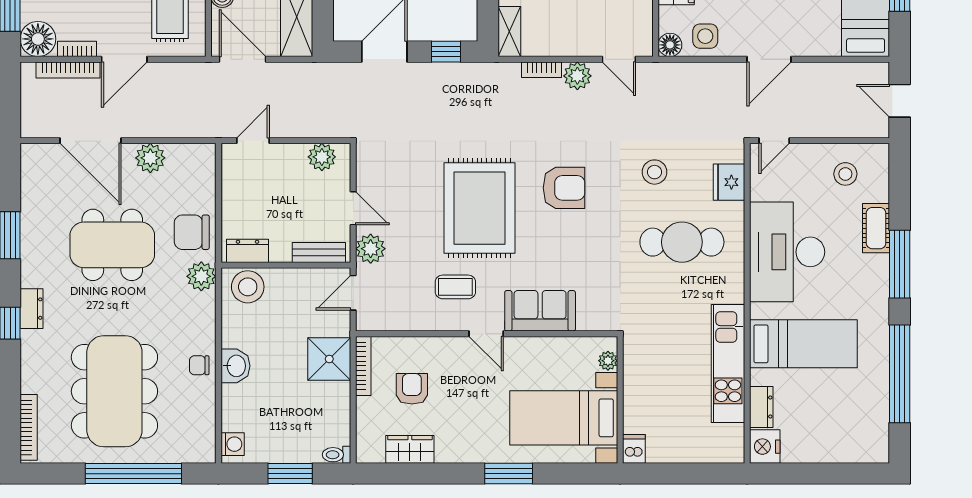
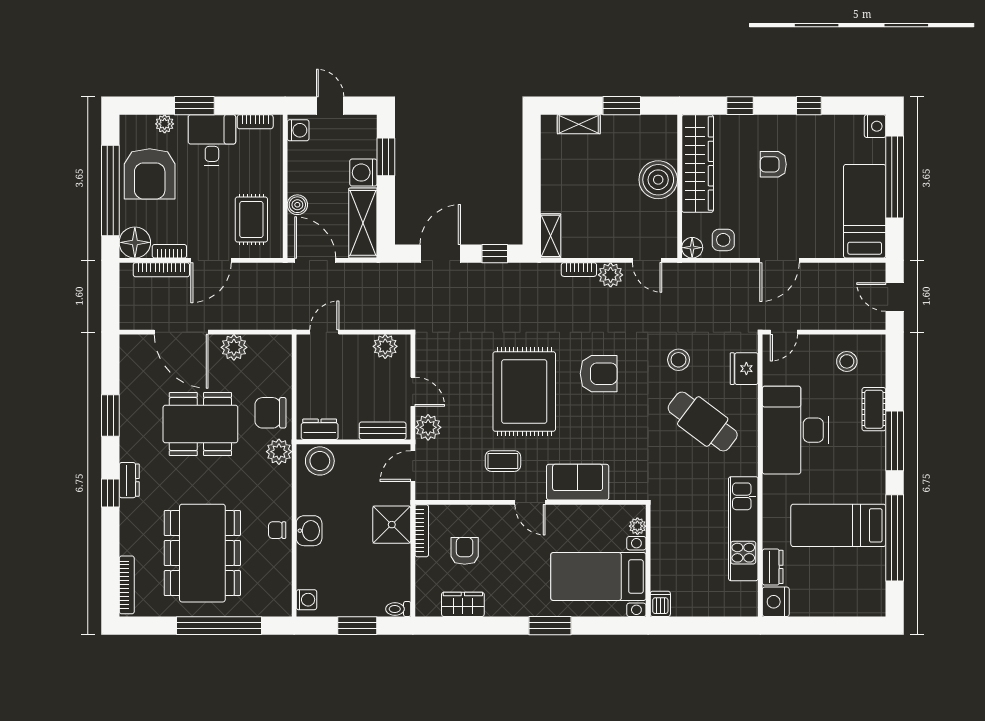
cafe table: (682, 242) -> (703, 421), turned 37
bed: (803, 344) -> (838, 525), moved, turned 180

